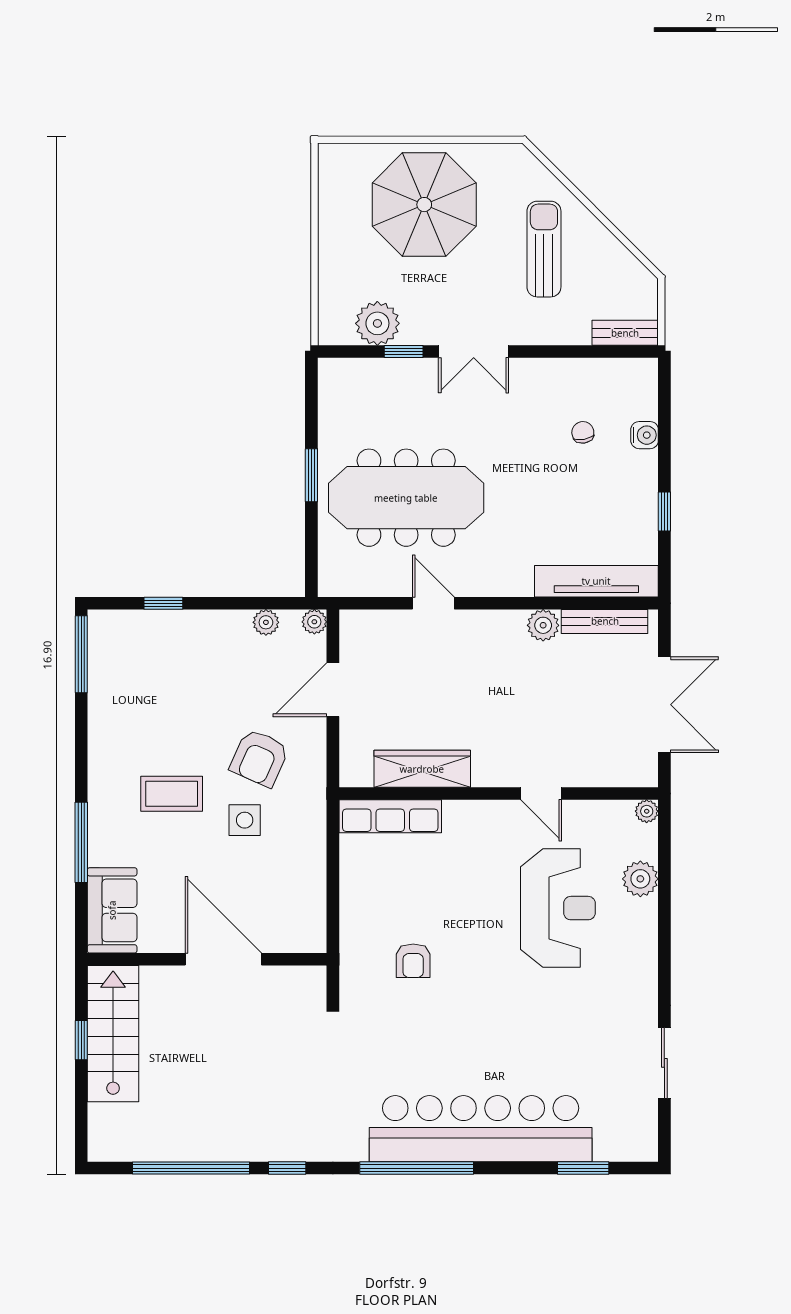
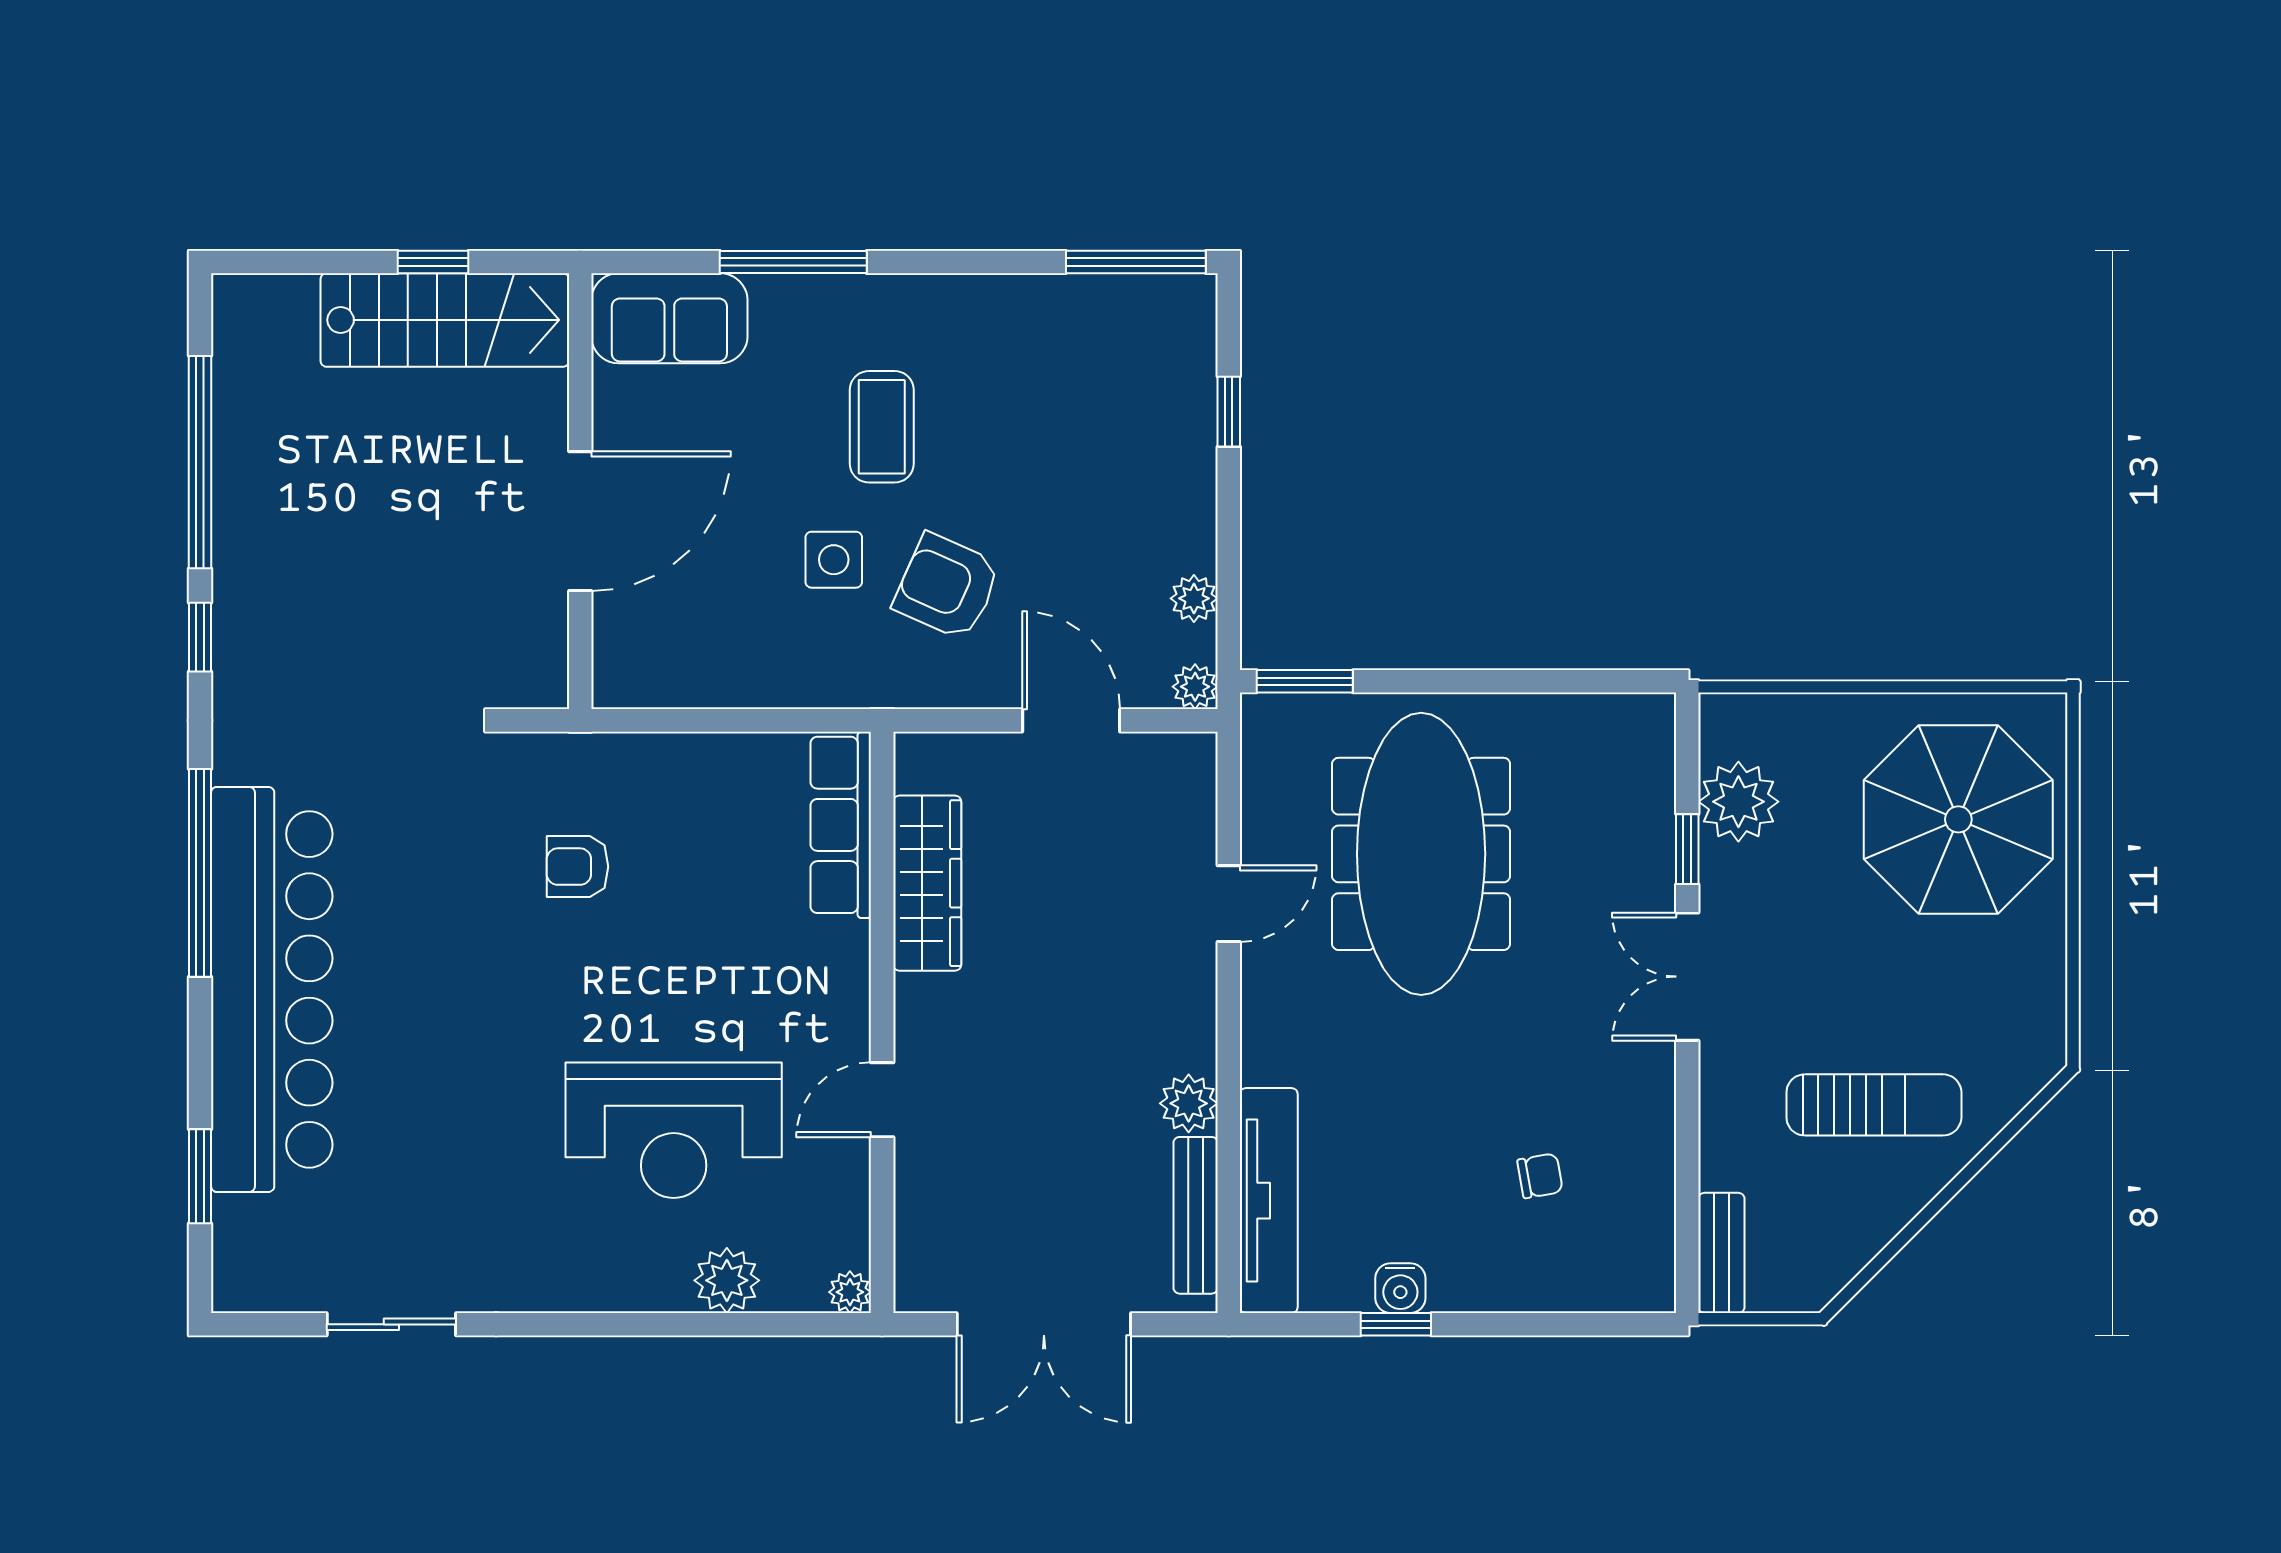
parasol: (424, 205) -> (1958, 819), moved
water cooler: (645, 435) -> (1400, 1288), moved
window: (311, 475) -> (1305, 681), moved

